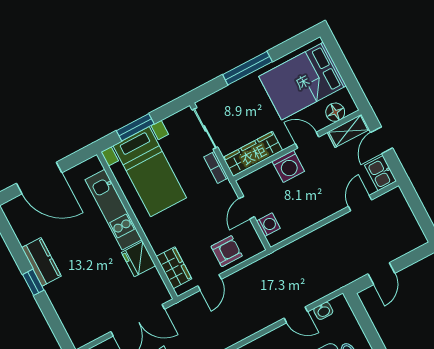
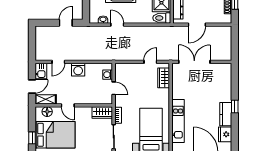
window: (337, 56) -> (32, 138), added
wardrobe: (253, 154) -> (102, 112), width x0.67
washing machine: (288, 166) -> (78, 70), moved, turned 180
door: (247, 208) -> (114, 88), hinge flipped
armchair: (227, 251) -> (134, 73), removed
fridge: (139, 259) -> (225, 134), moved, turned 180

